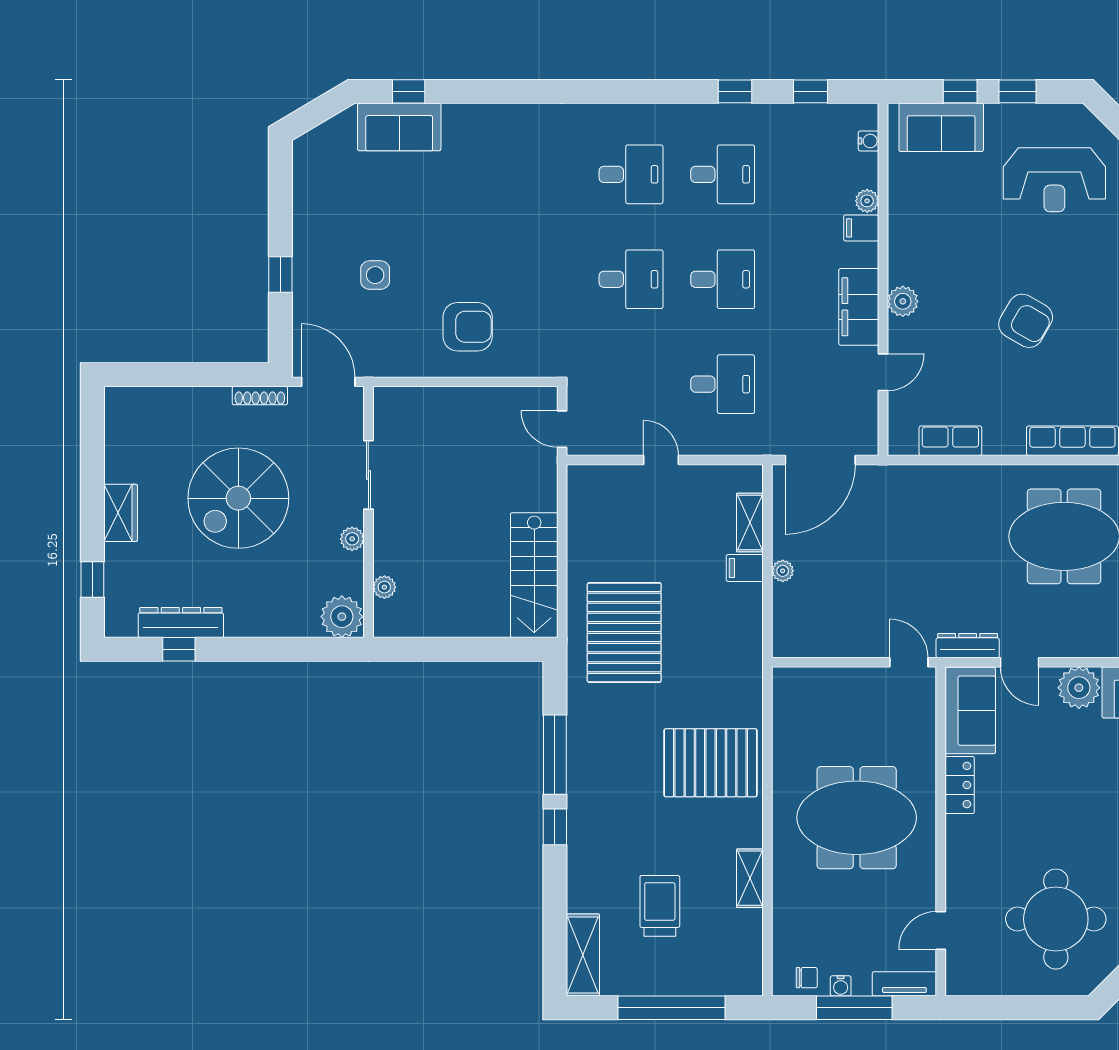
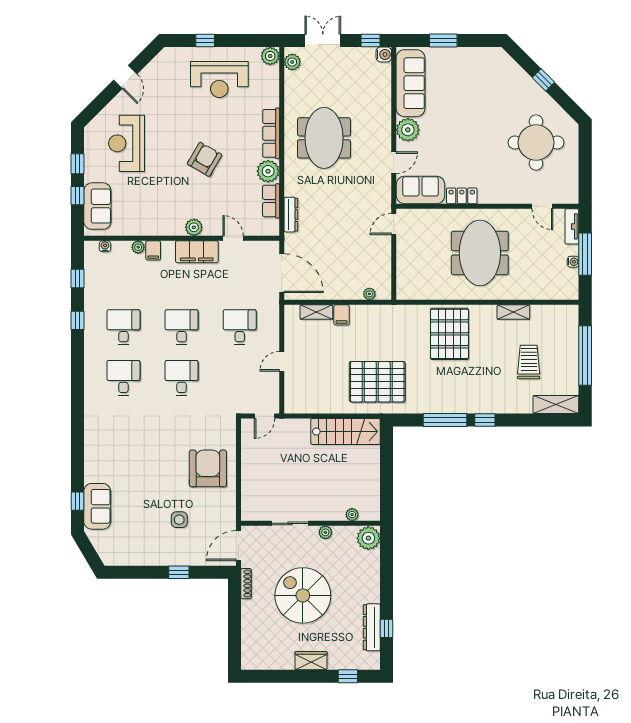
reception desk: (1054, 180) -> (126, 143), turned 180
armchair: (468, 327) -> (208, 468), width x1.36, depth x1.36
plant: (1004, 435) -> (268, 171), added
spiral stairs: (238, 498) -> (303, 595), turned 180
plant: (783, 571) -> (369, 294), moved
dresser: (968, 646) -> (291, 215), moved, turned 180
trolley: (660, 906) -> (529, 362), turned 90
chair: (807, 978) -> (568, 281), removed

